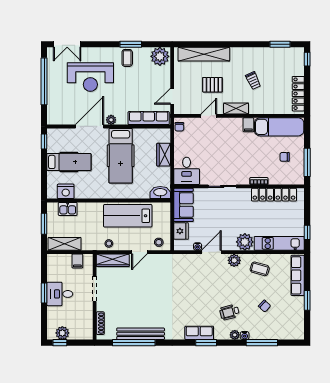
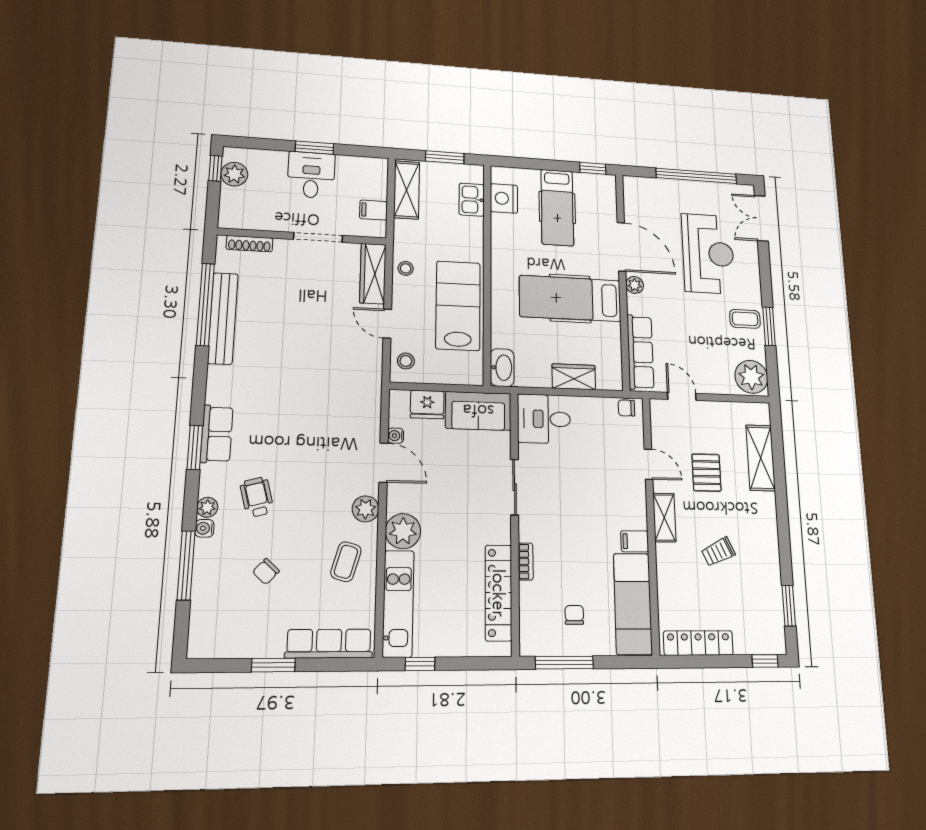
shelving: (204, 54) -> (761, 458), width x0.68
reception desk: (90, 77) -> (708, 254), turned 180

